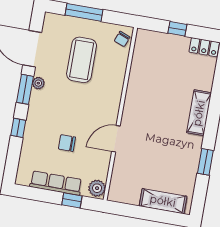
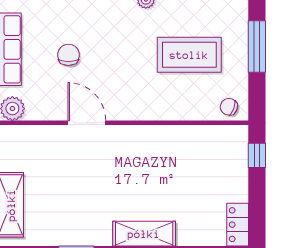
window: (177, 29) -> (257, 155), moved

